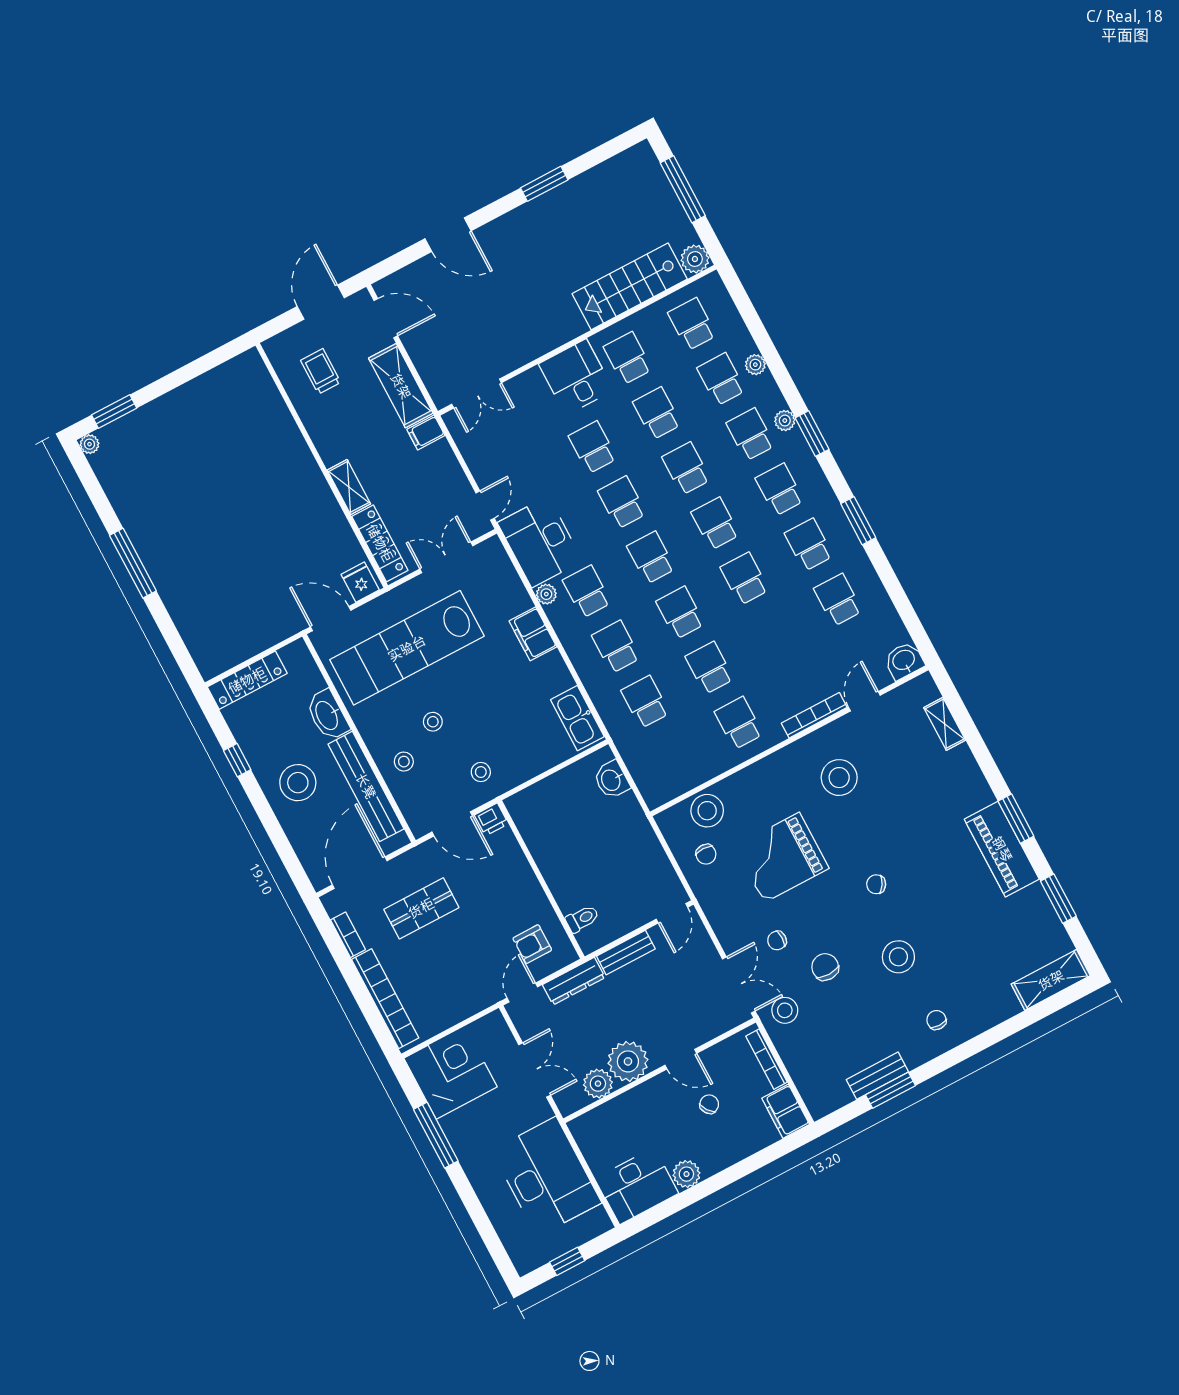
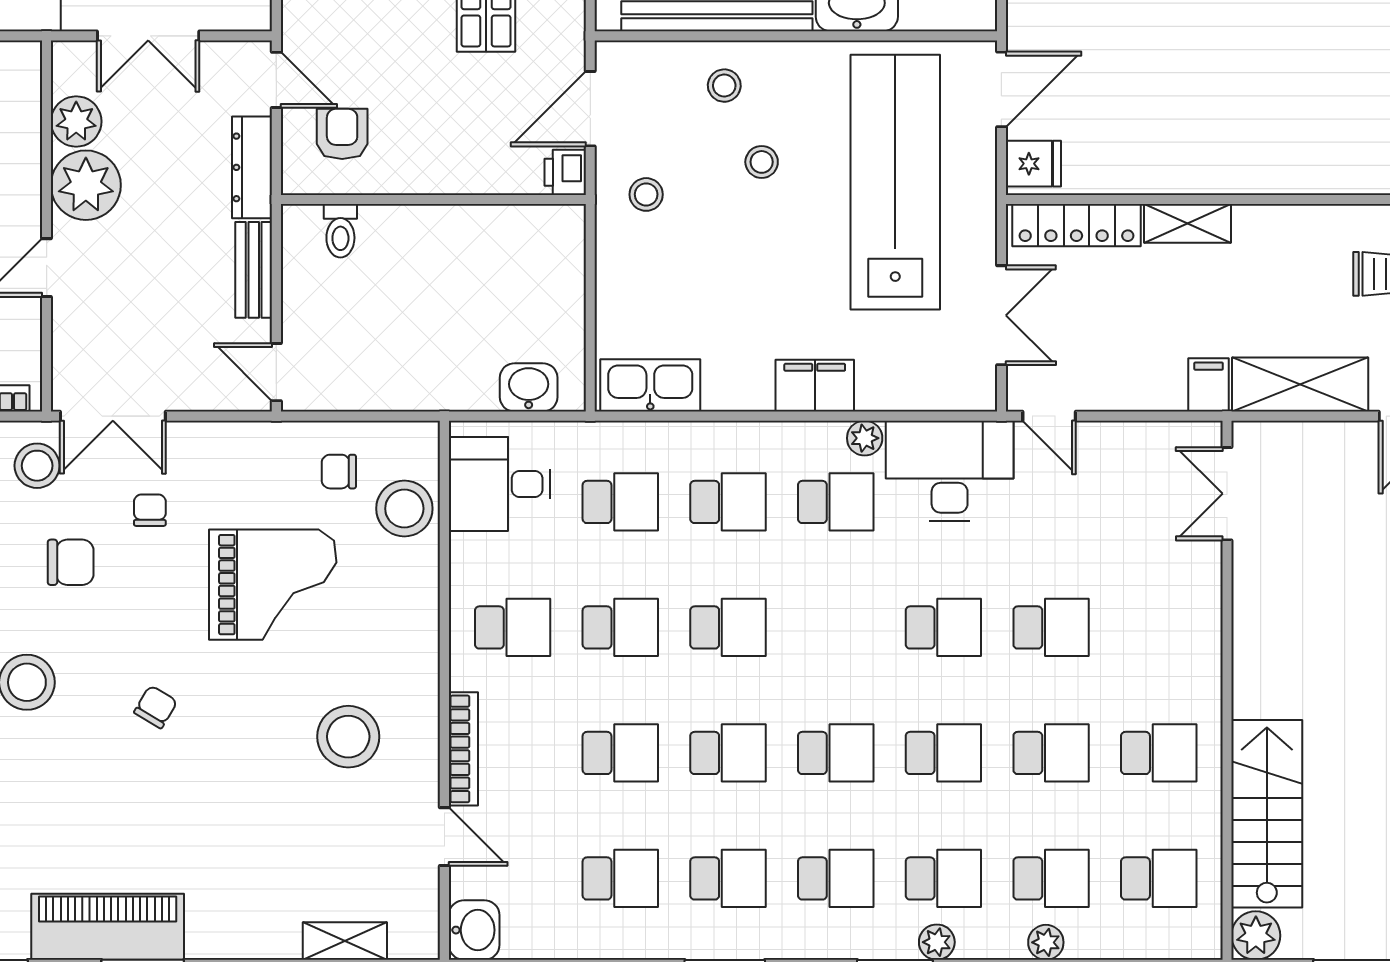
desk: (576, 377) -> (500, 484), moved, turned 180
school desk: (651, 558) -> (620, 753), moved
grand piano: (782, 857) -> (273, 585), turned 90

